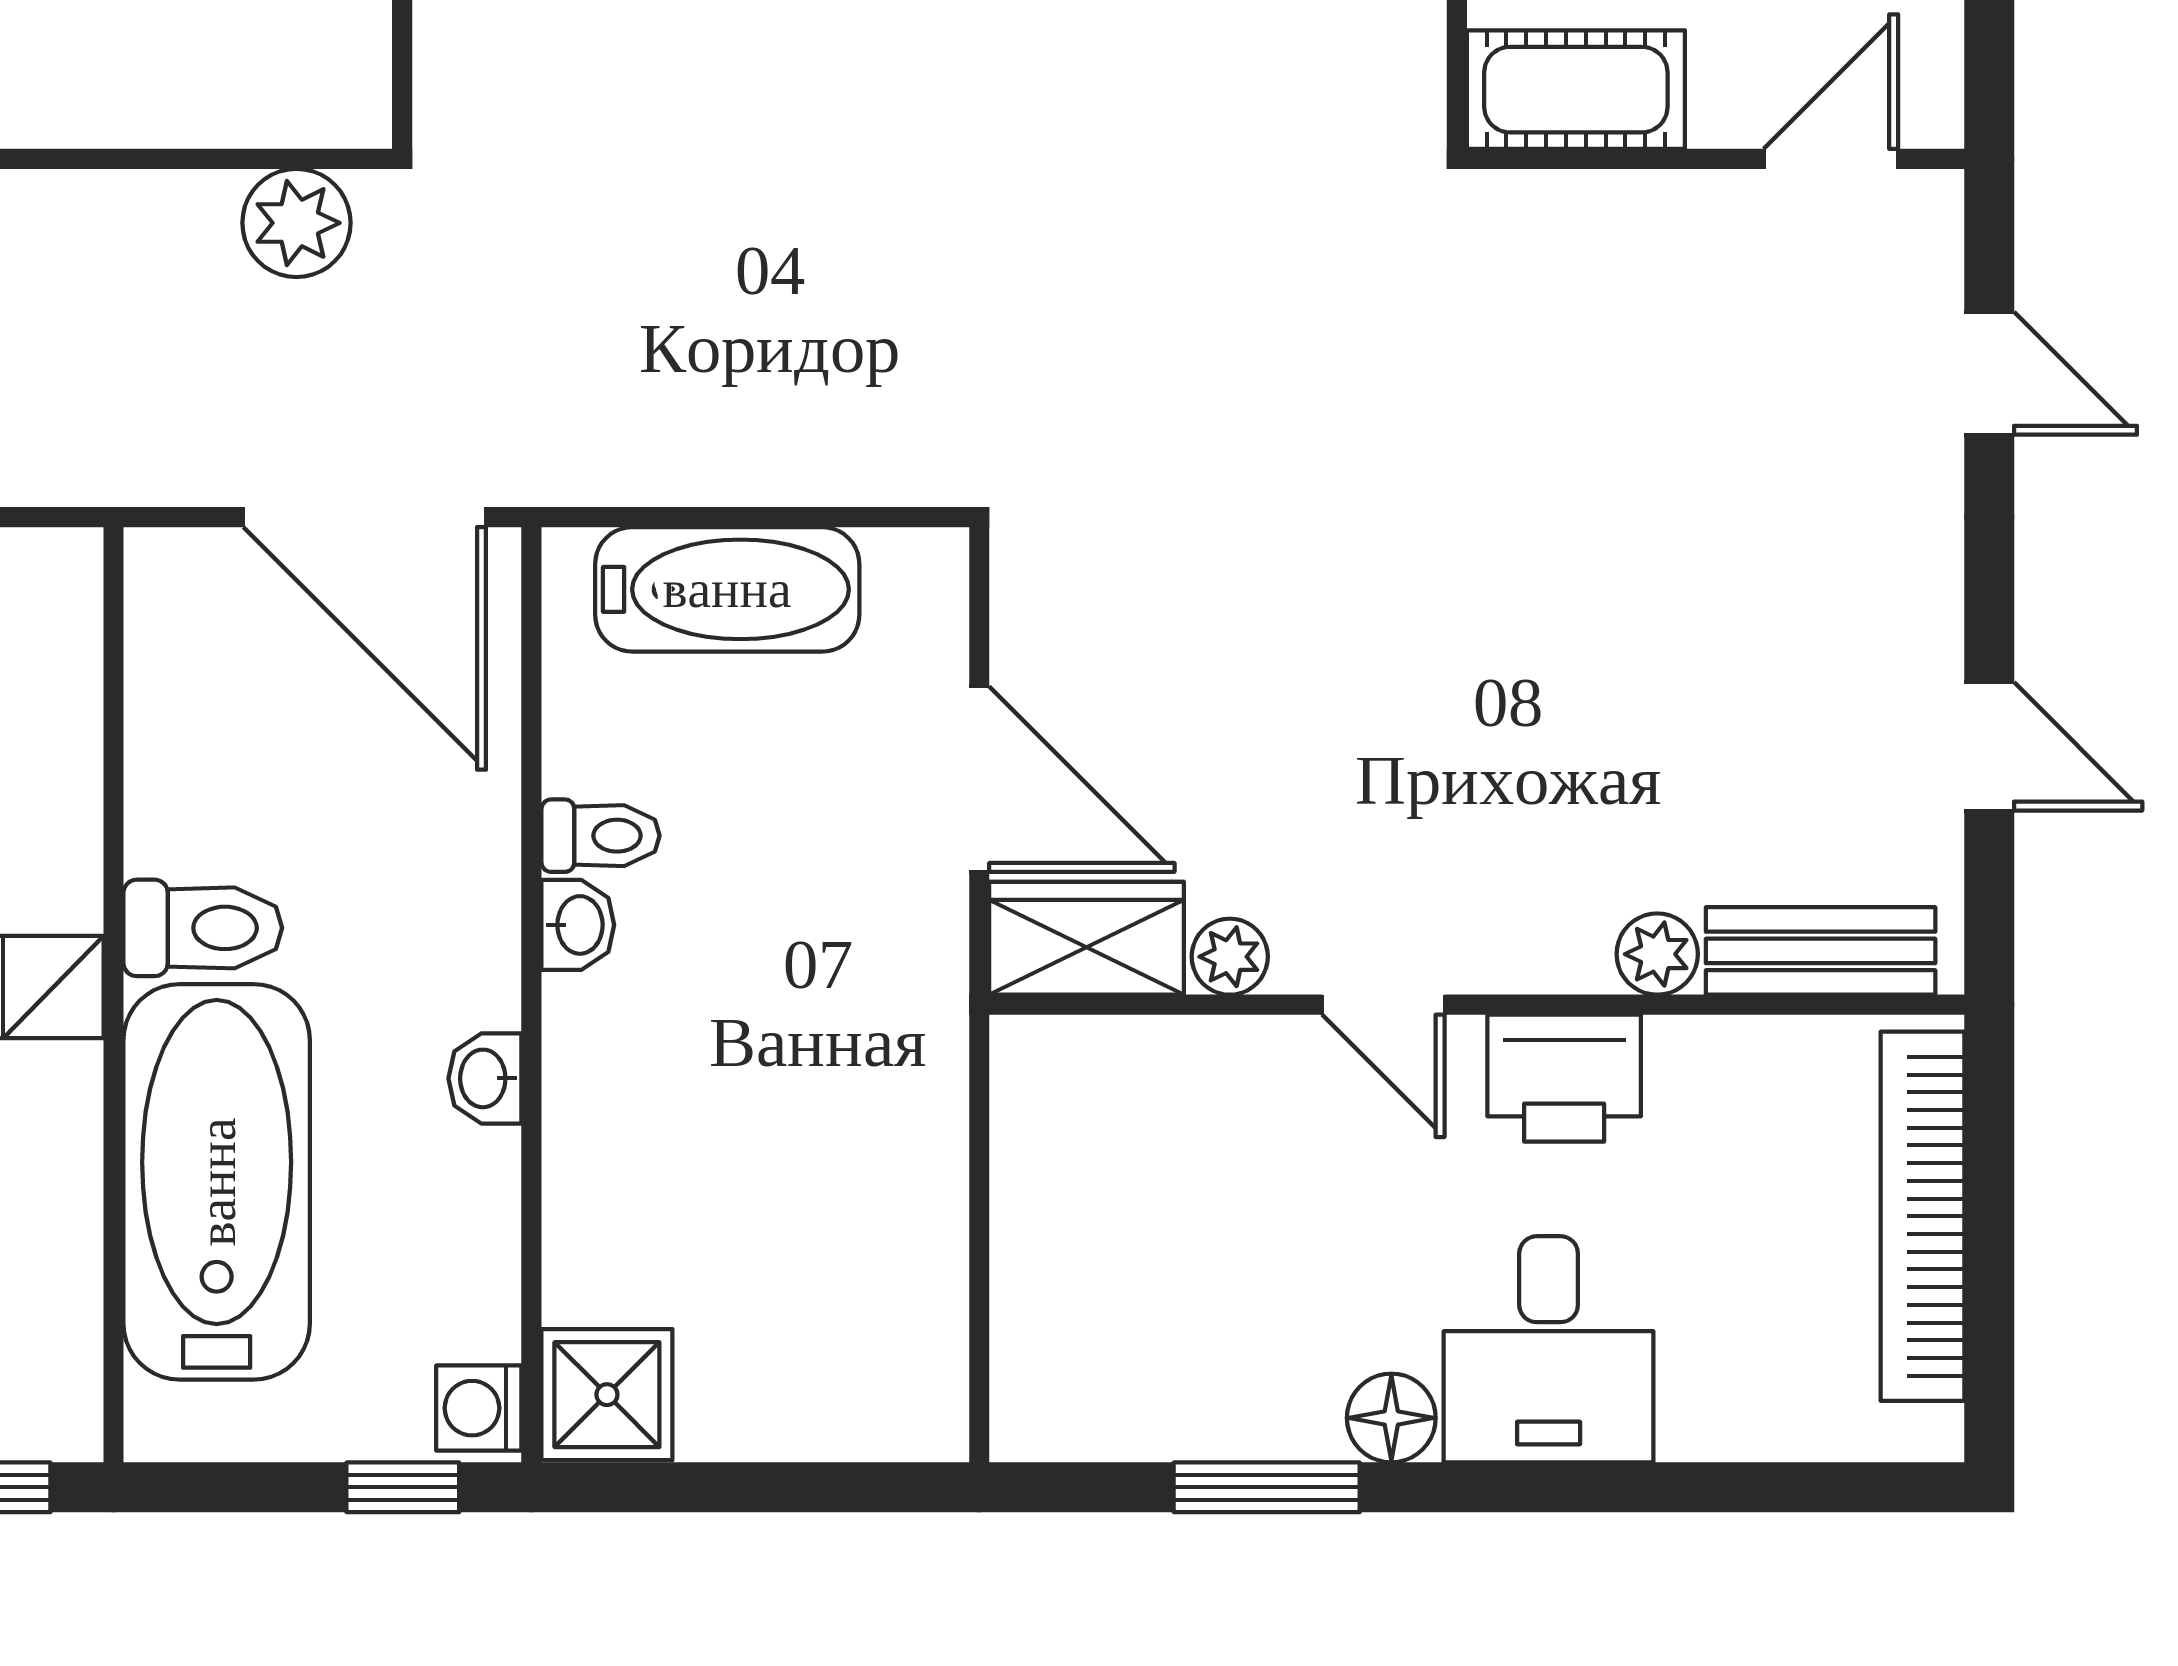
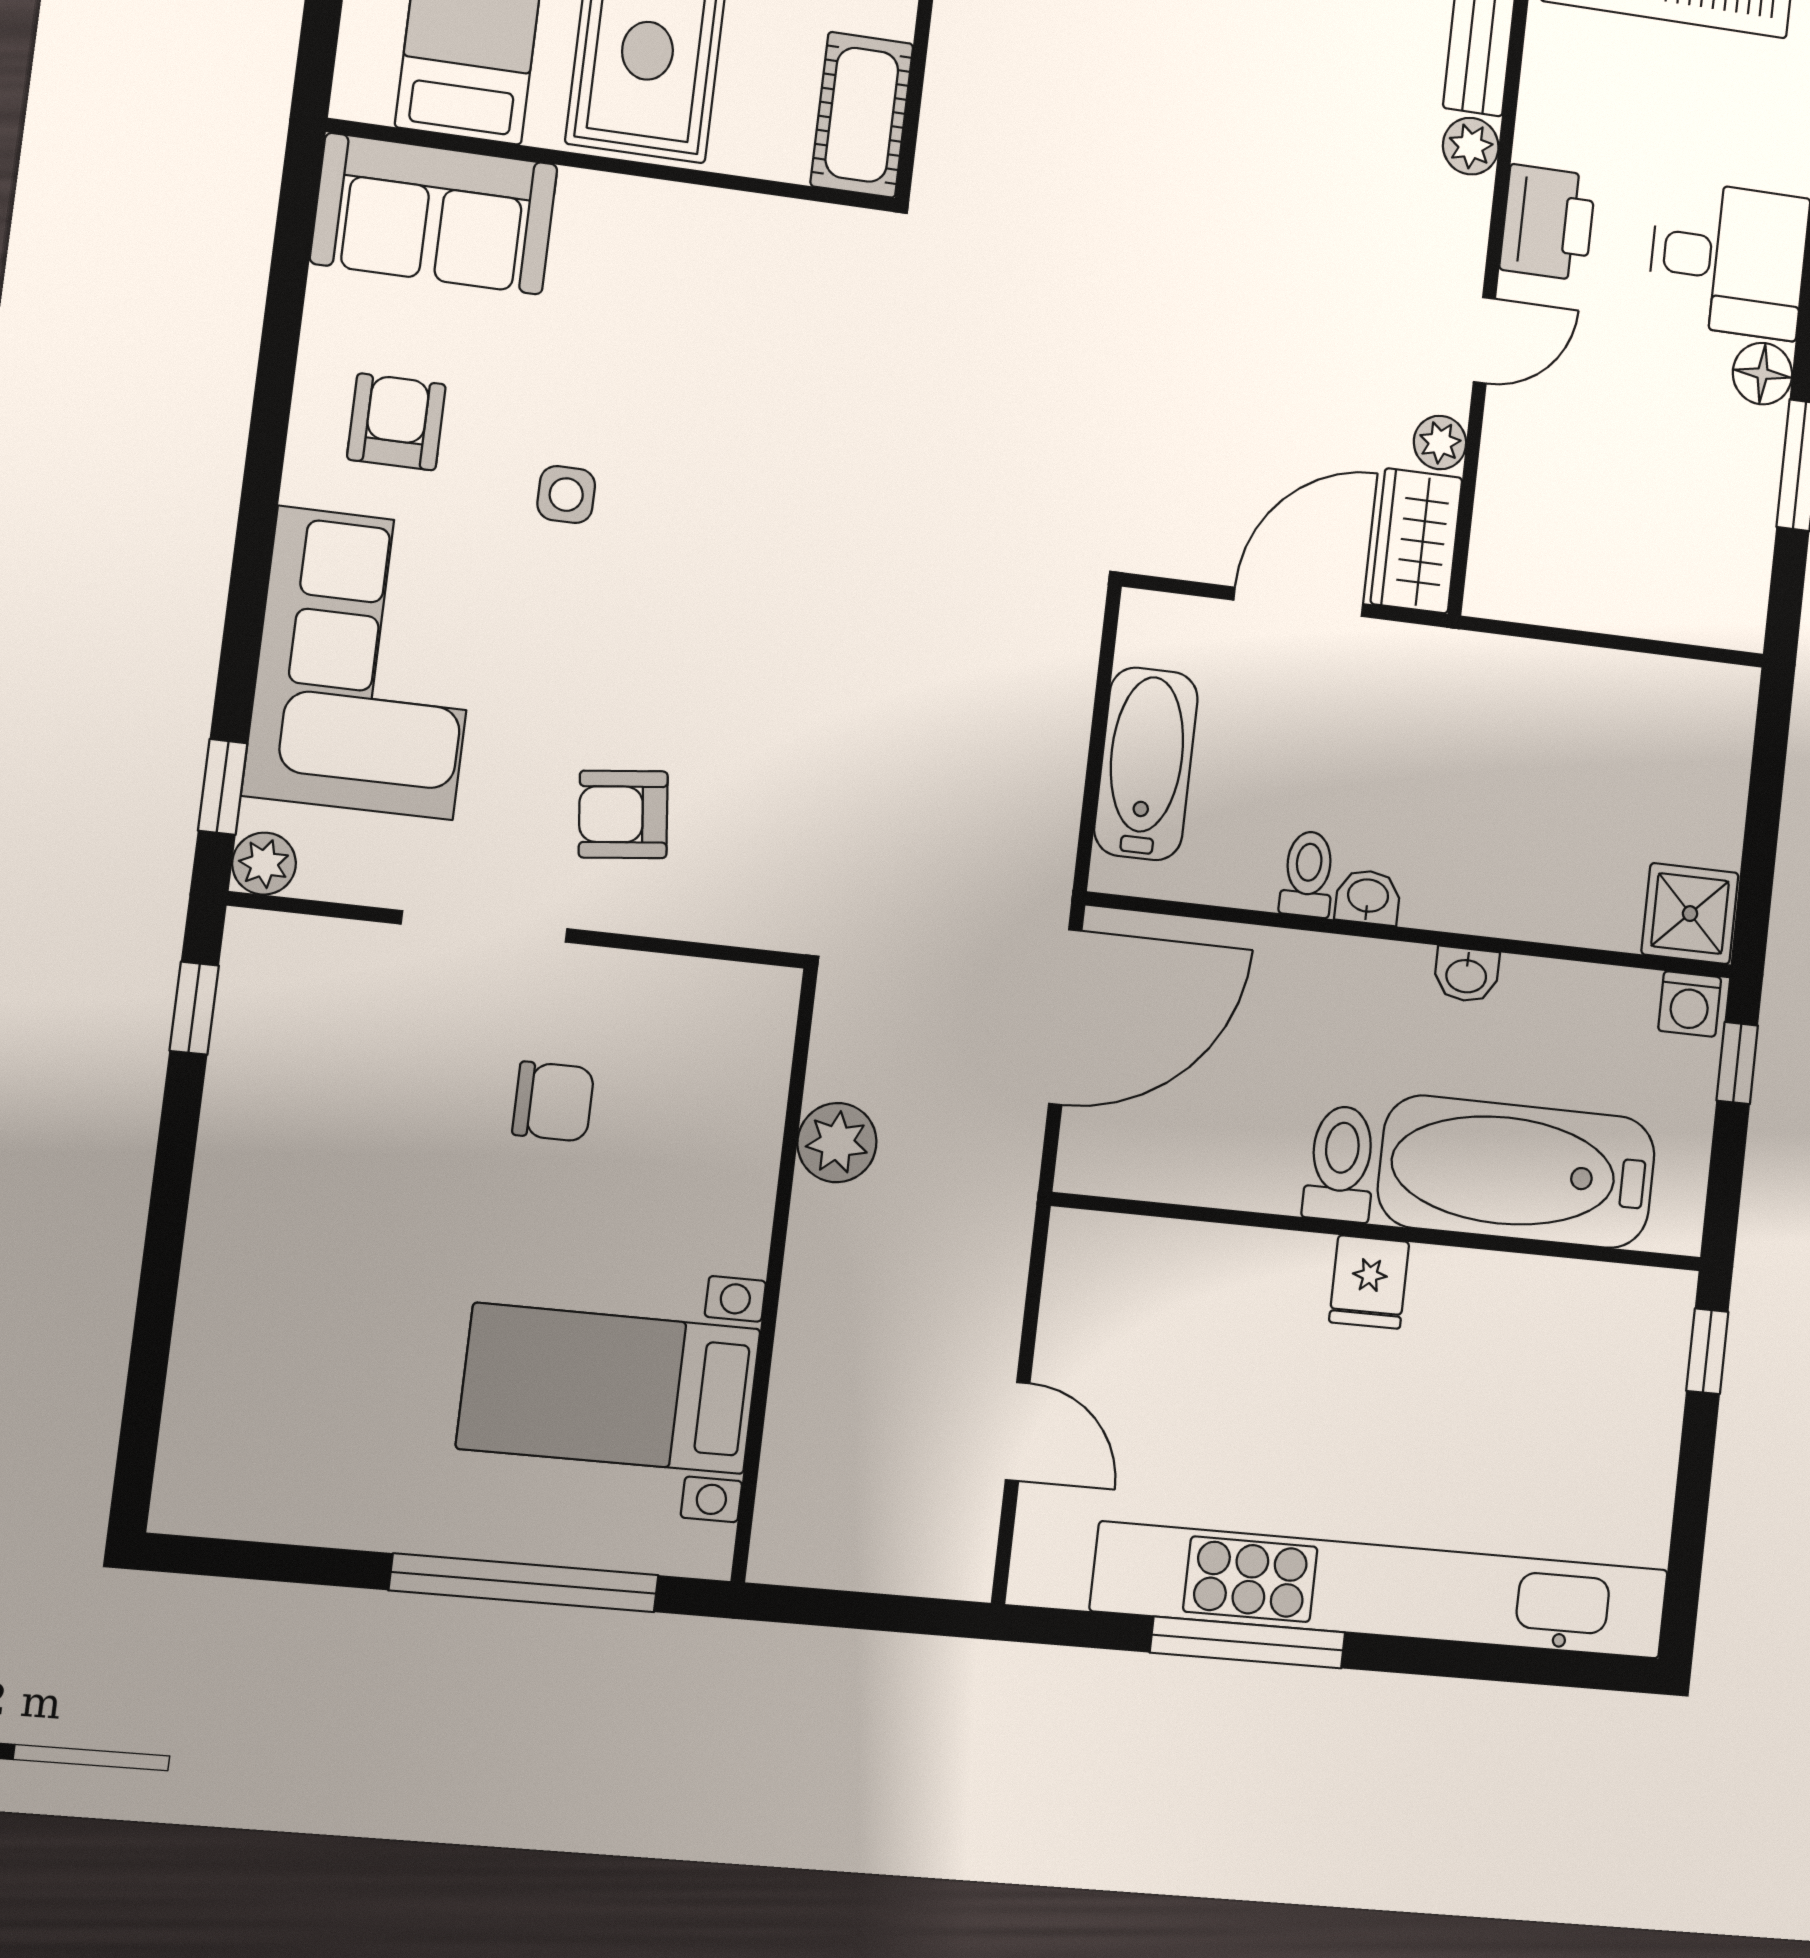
plant: (296, 223) -> (837, 1143), moved

